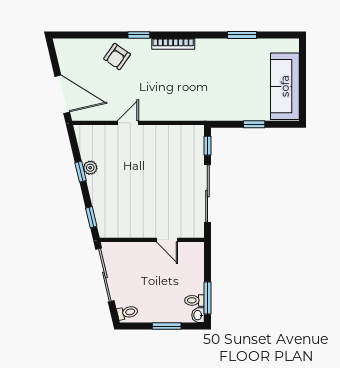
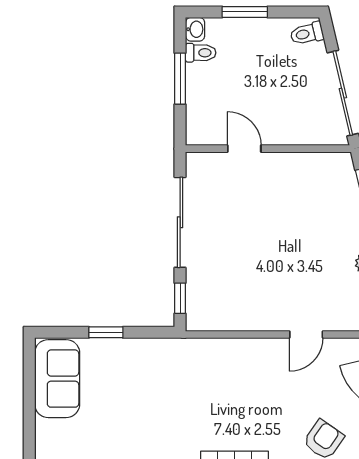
sofa: (285, 86) -> (57, 379), width x0.73
window: (207, 298) -> (180, 79), moved

